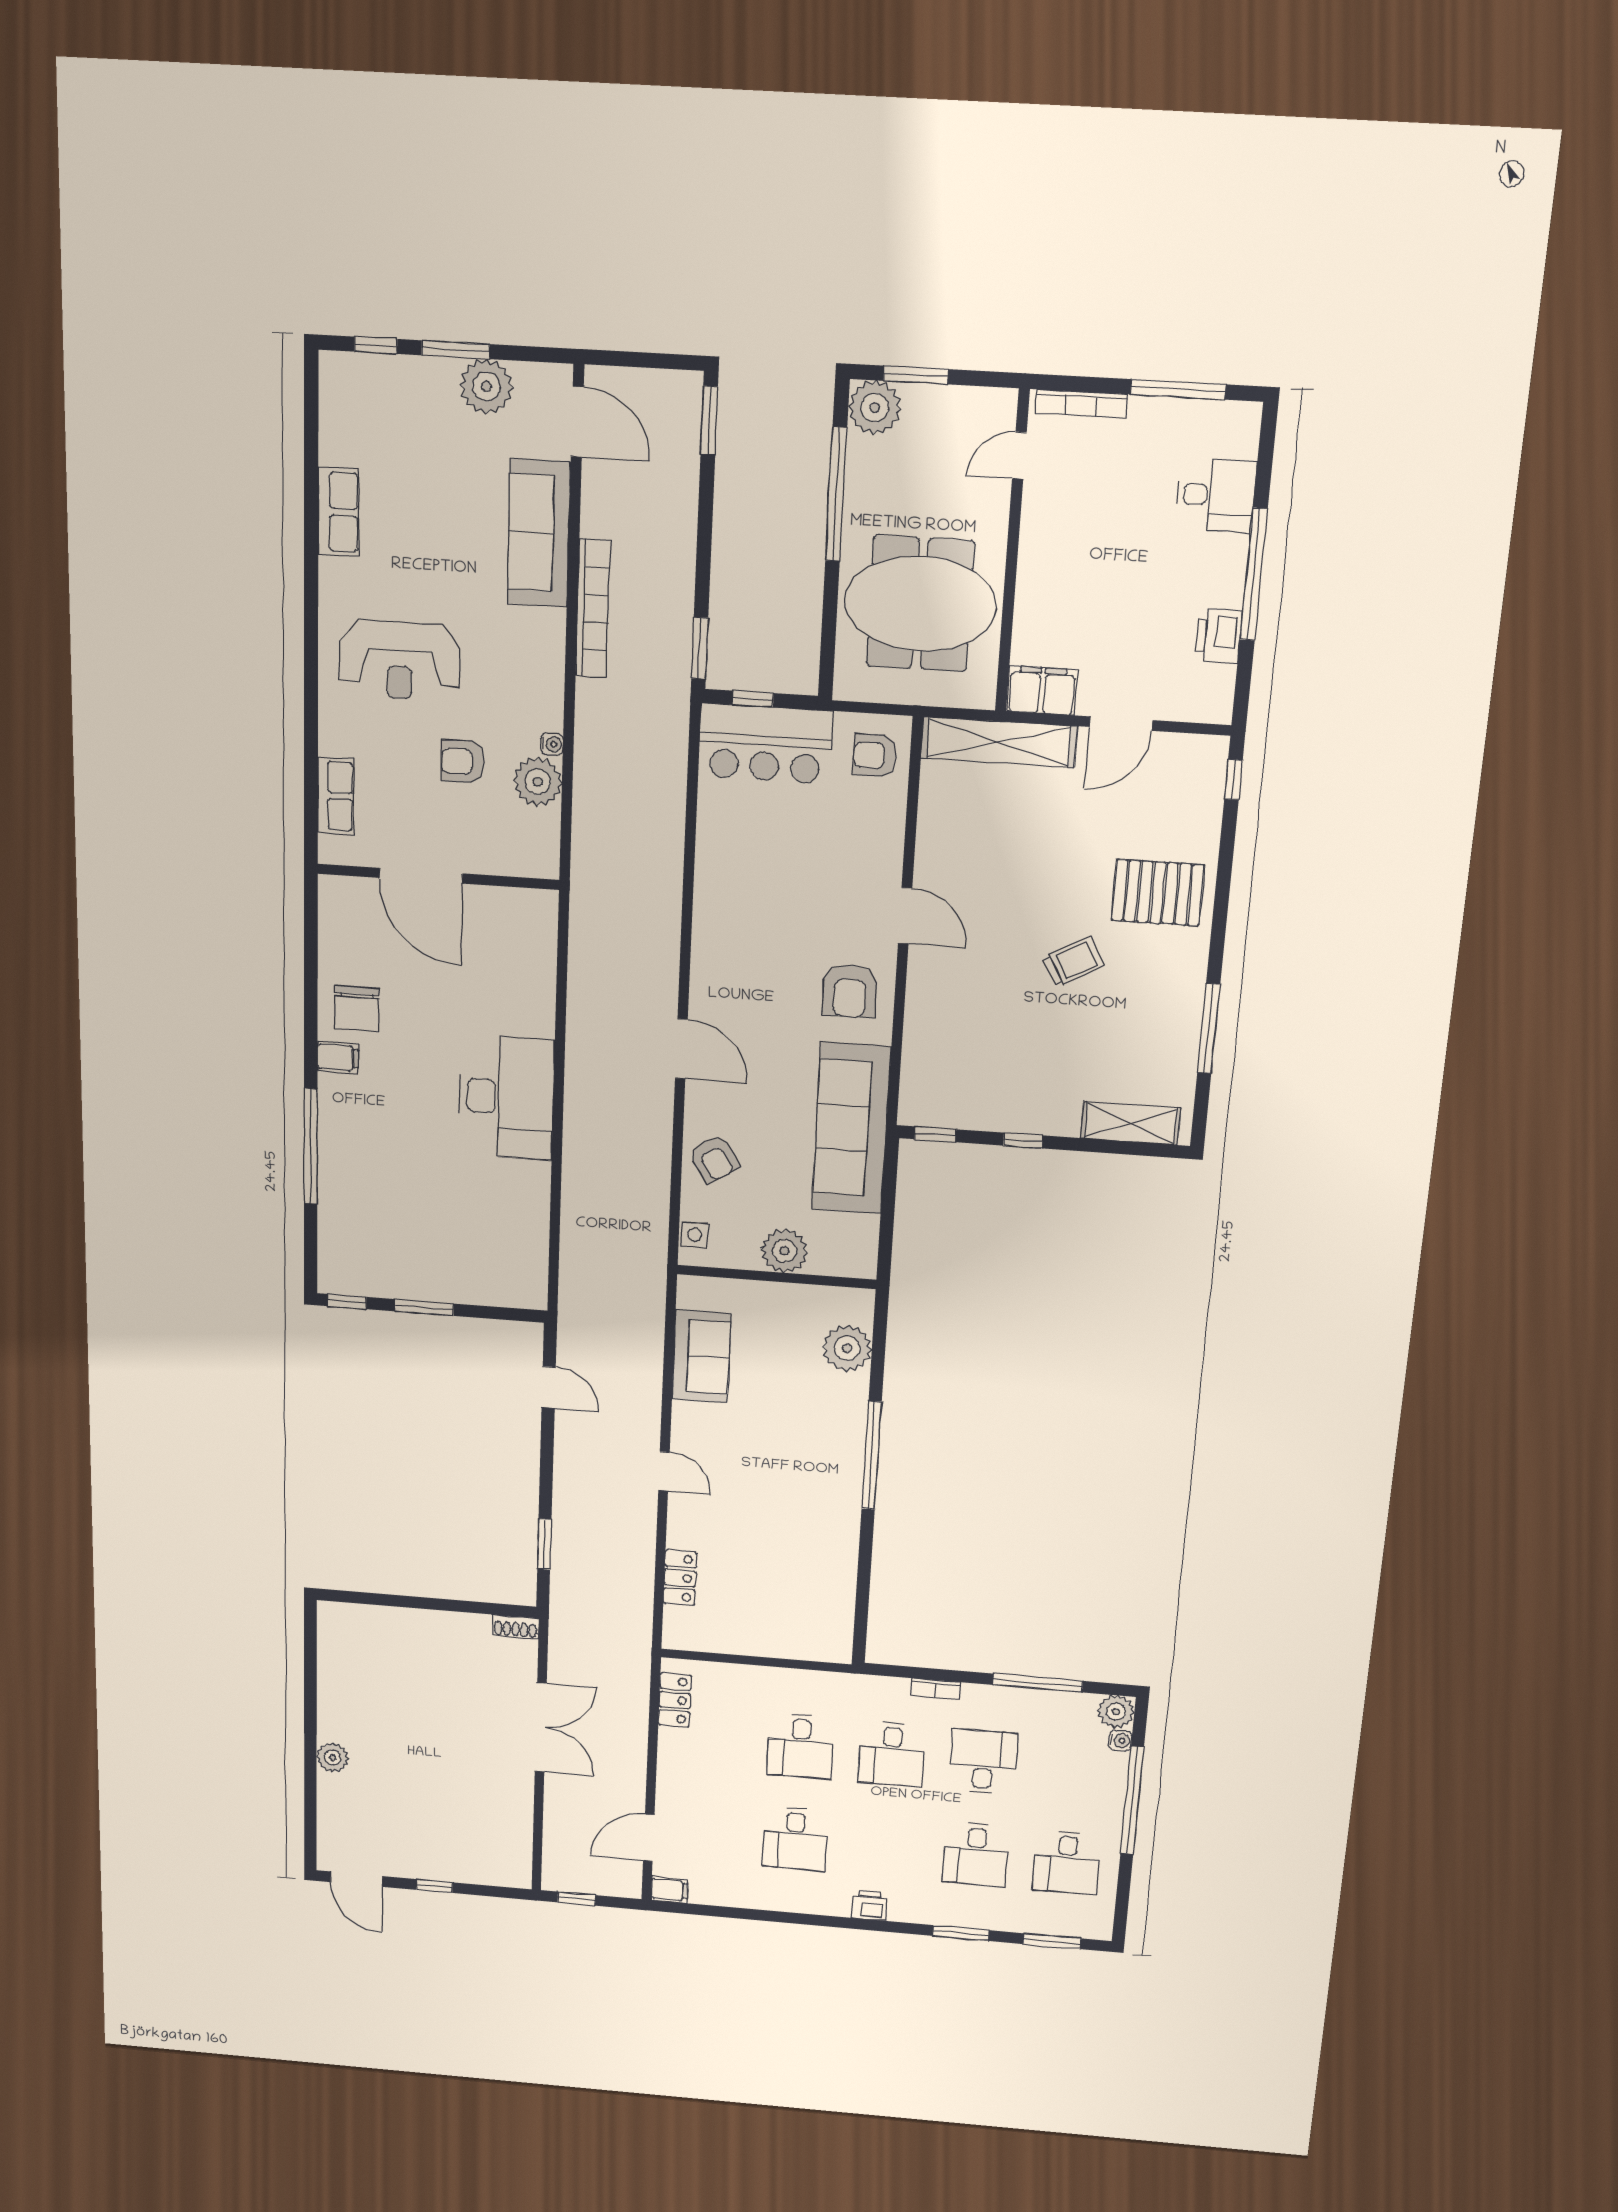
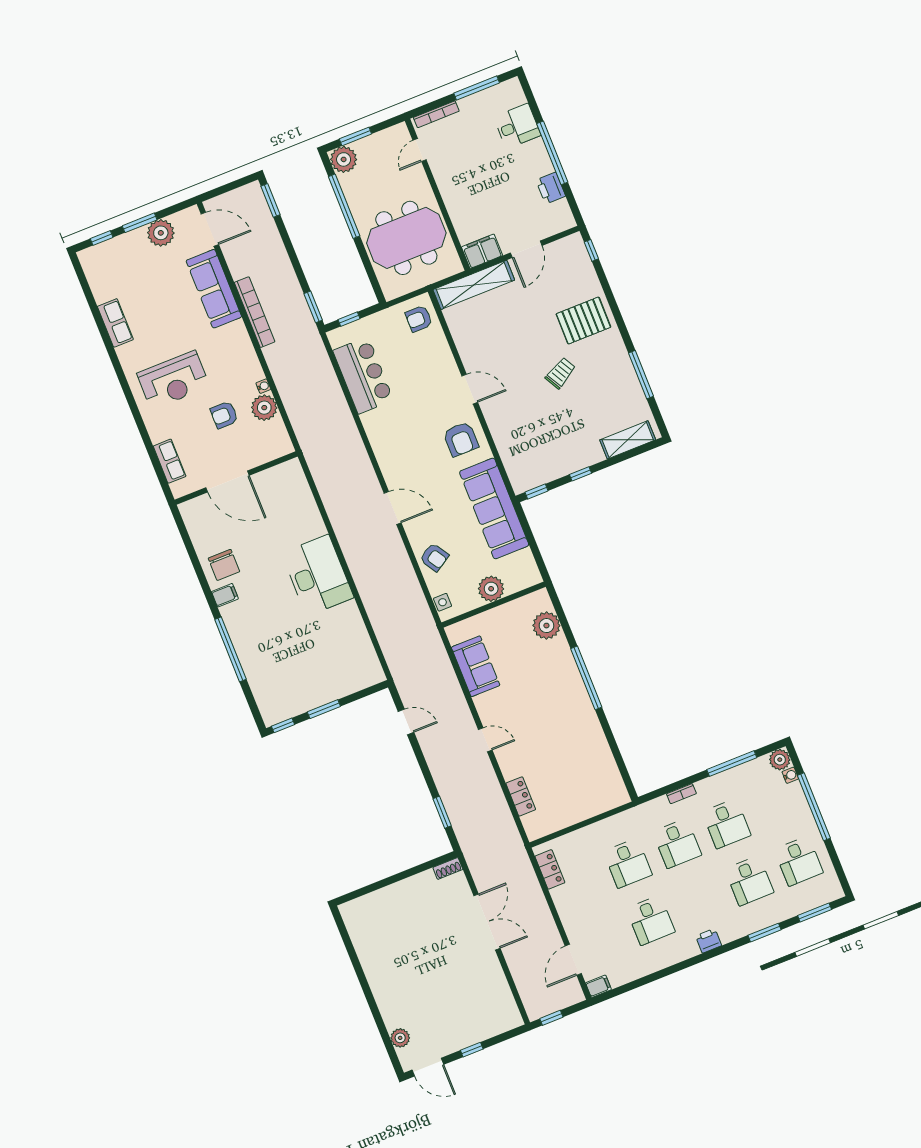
bar counter: (765, 744) -> (363, 375), moved, turned -90
plant: (332, 1758) -> (400, 1038), moved
desk: (983, 1762) -> (726, 824), turned 180

